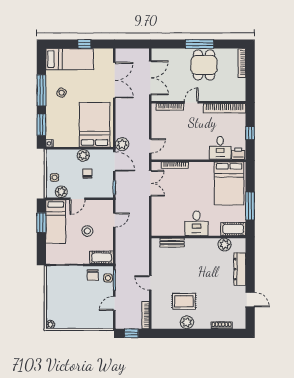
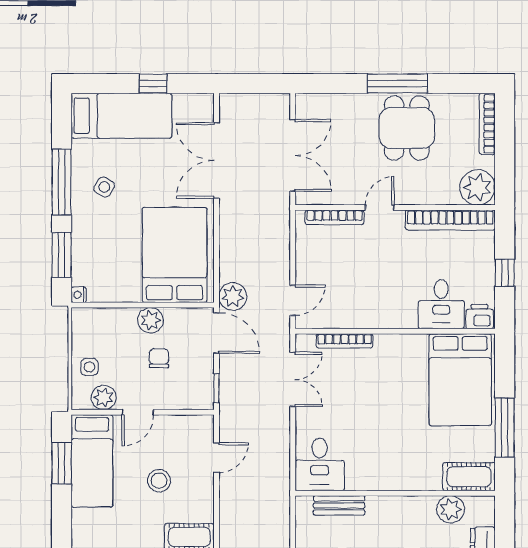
double door: (114, 80) -> (216, 161), swing flipped
plant: (237, 93) -> (477, 187), added
desk: (197, 223) -> (320, 464), moved

